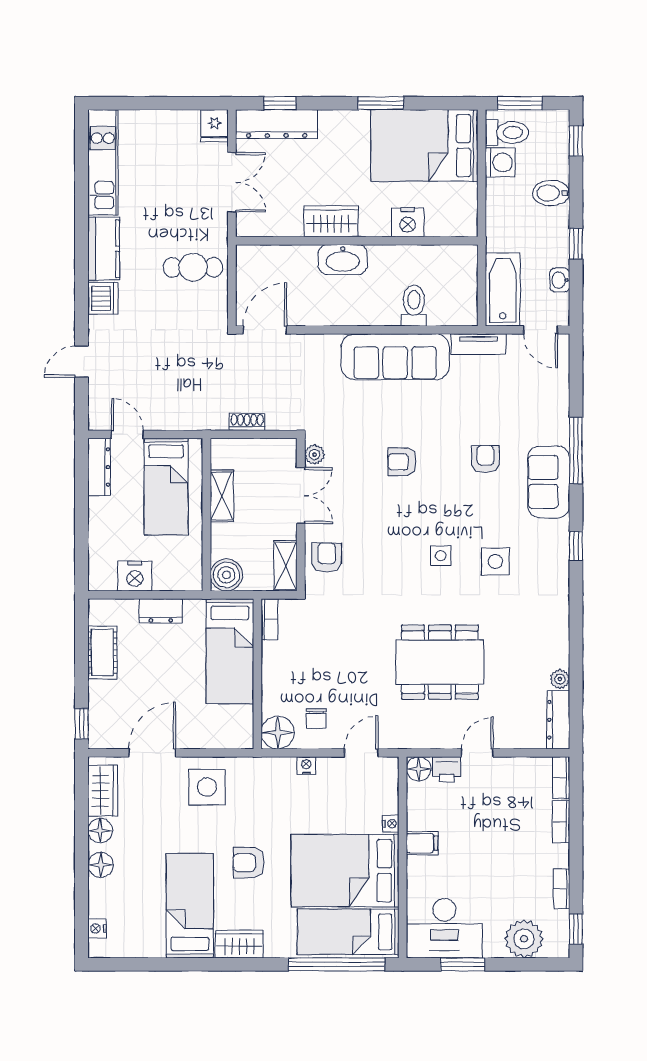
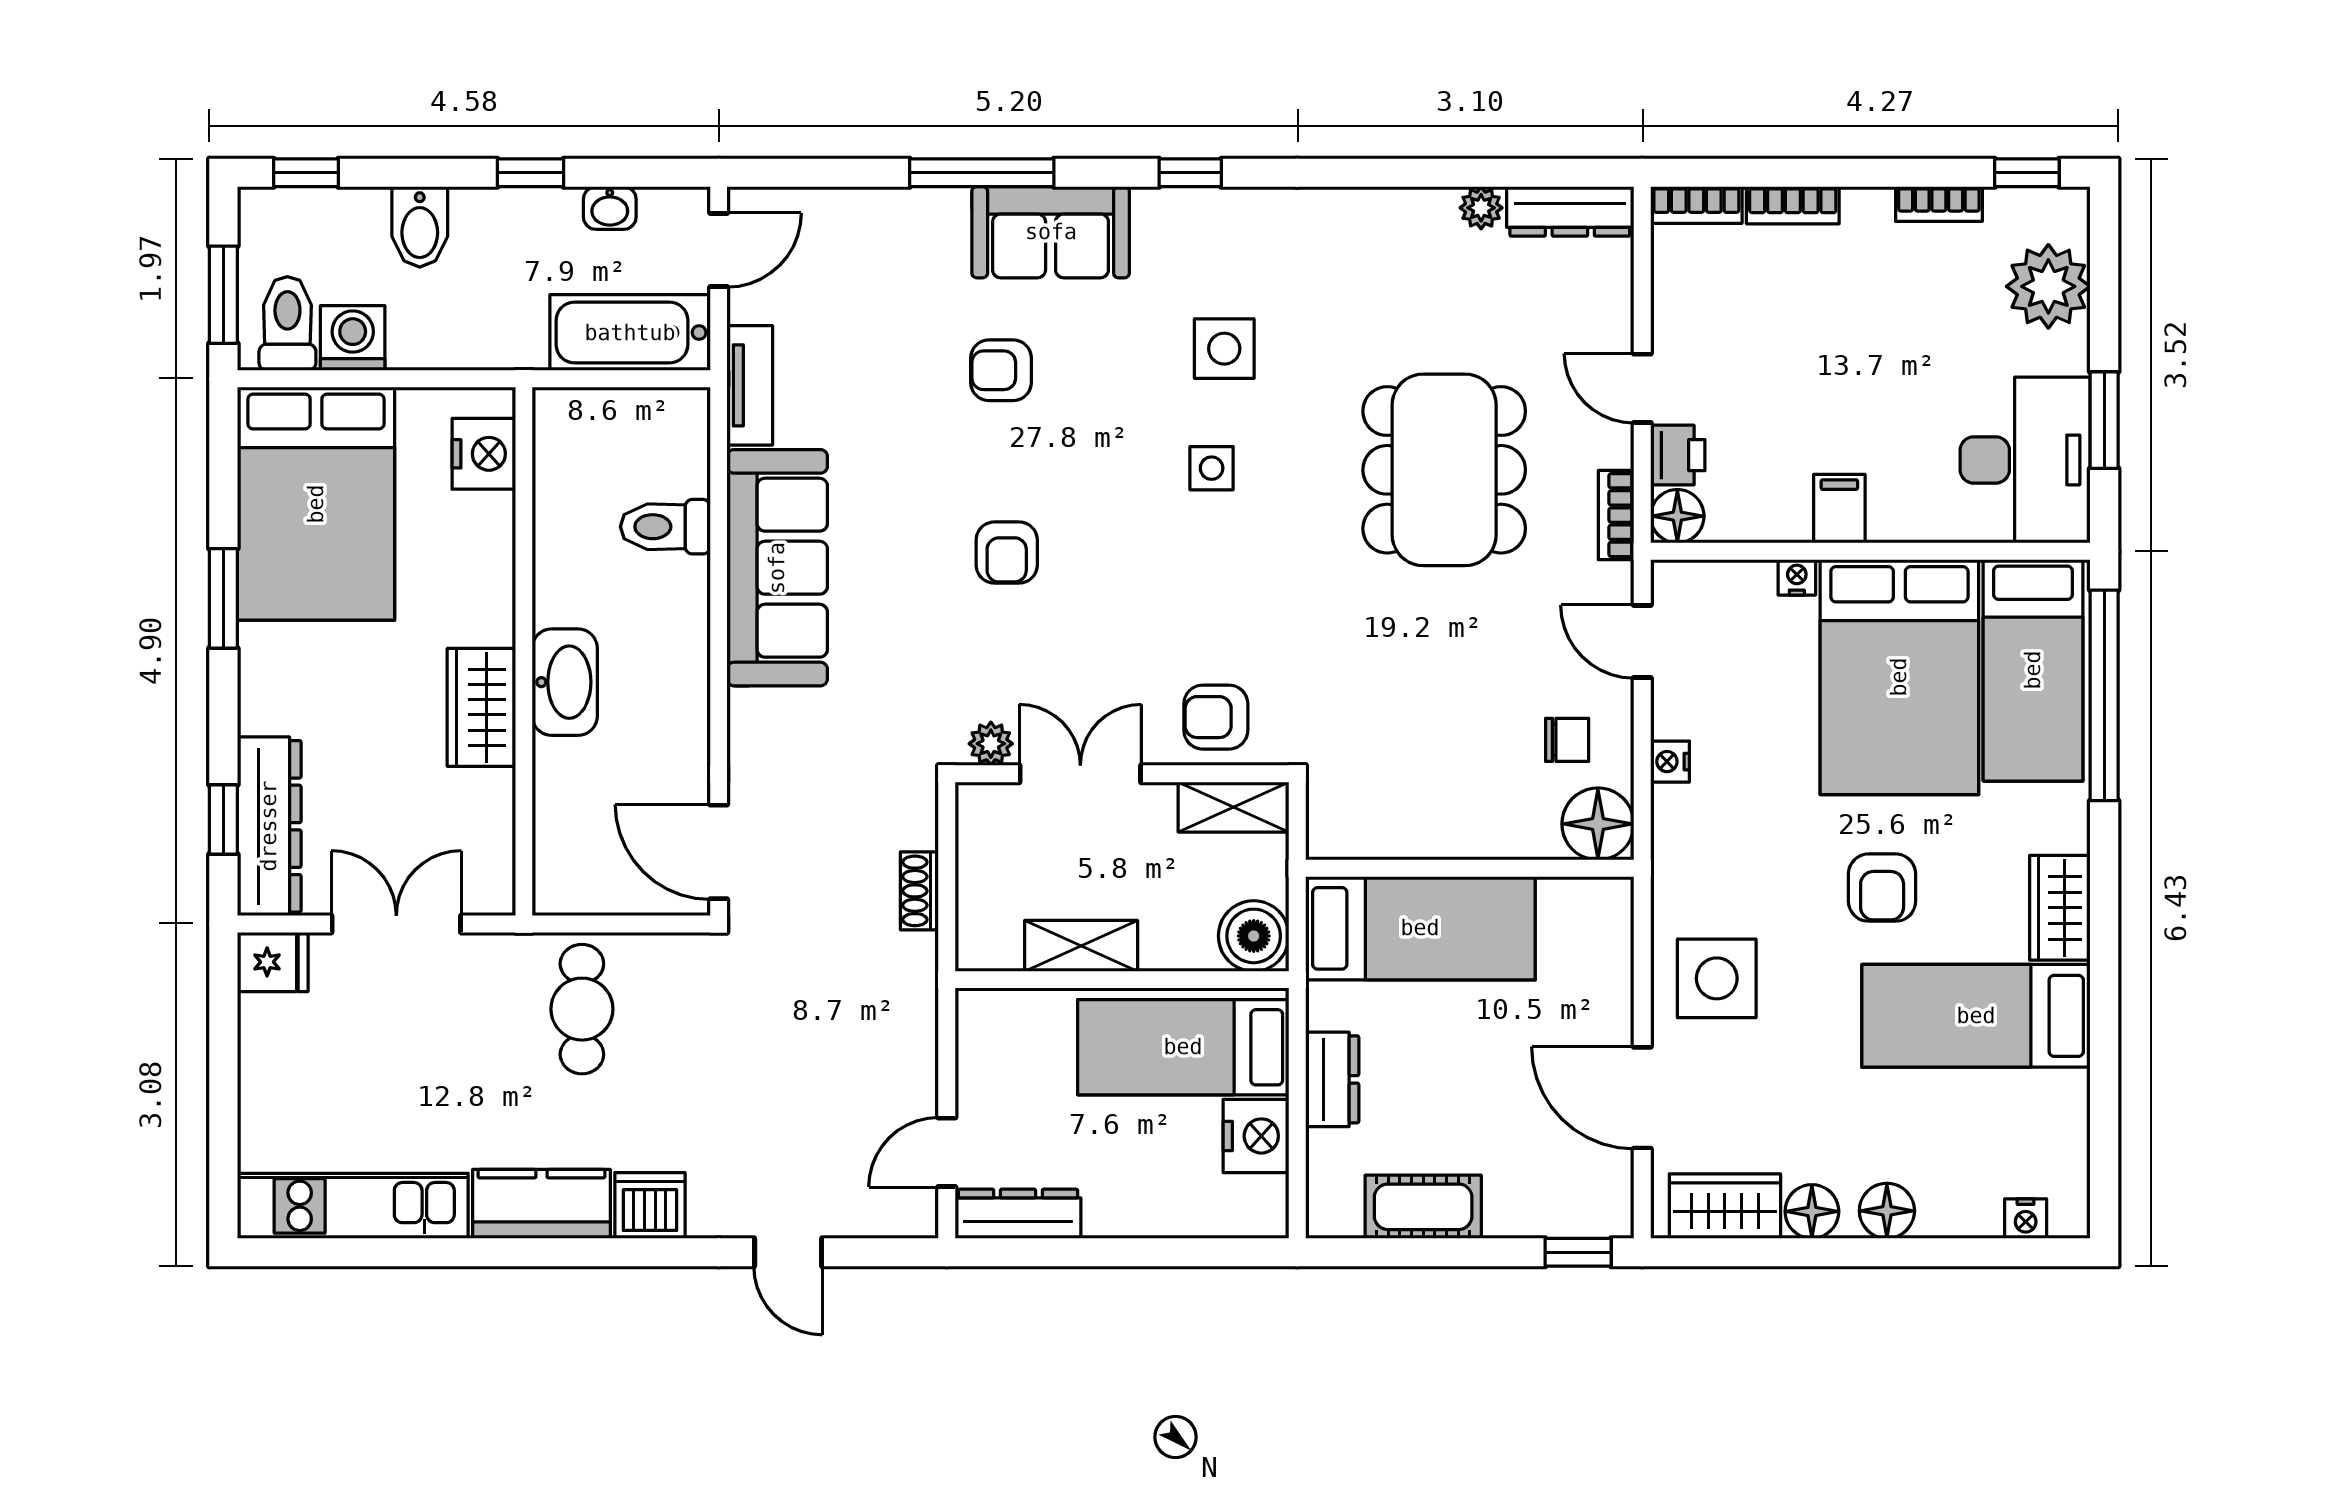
nightstand: (408, 222) -> (484, 454), moved
bed: (166, 487) -> (1183, 1047), moved, turned 180
bookcase: (269, 619) -> (1616, 515), moved, turned -90

